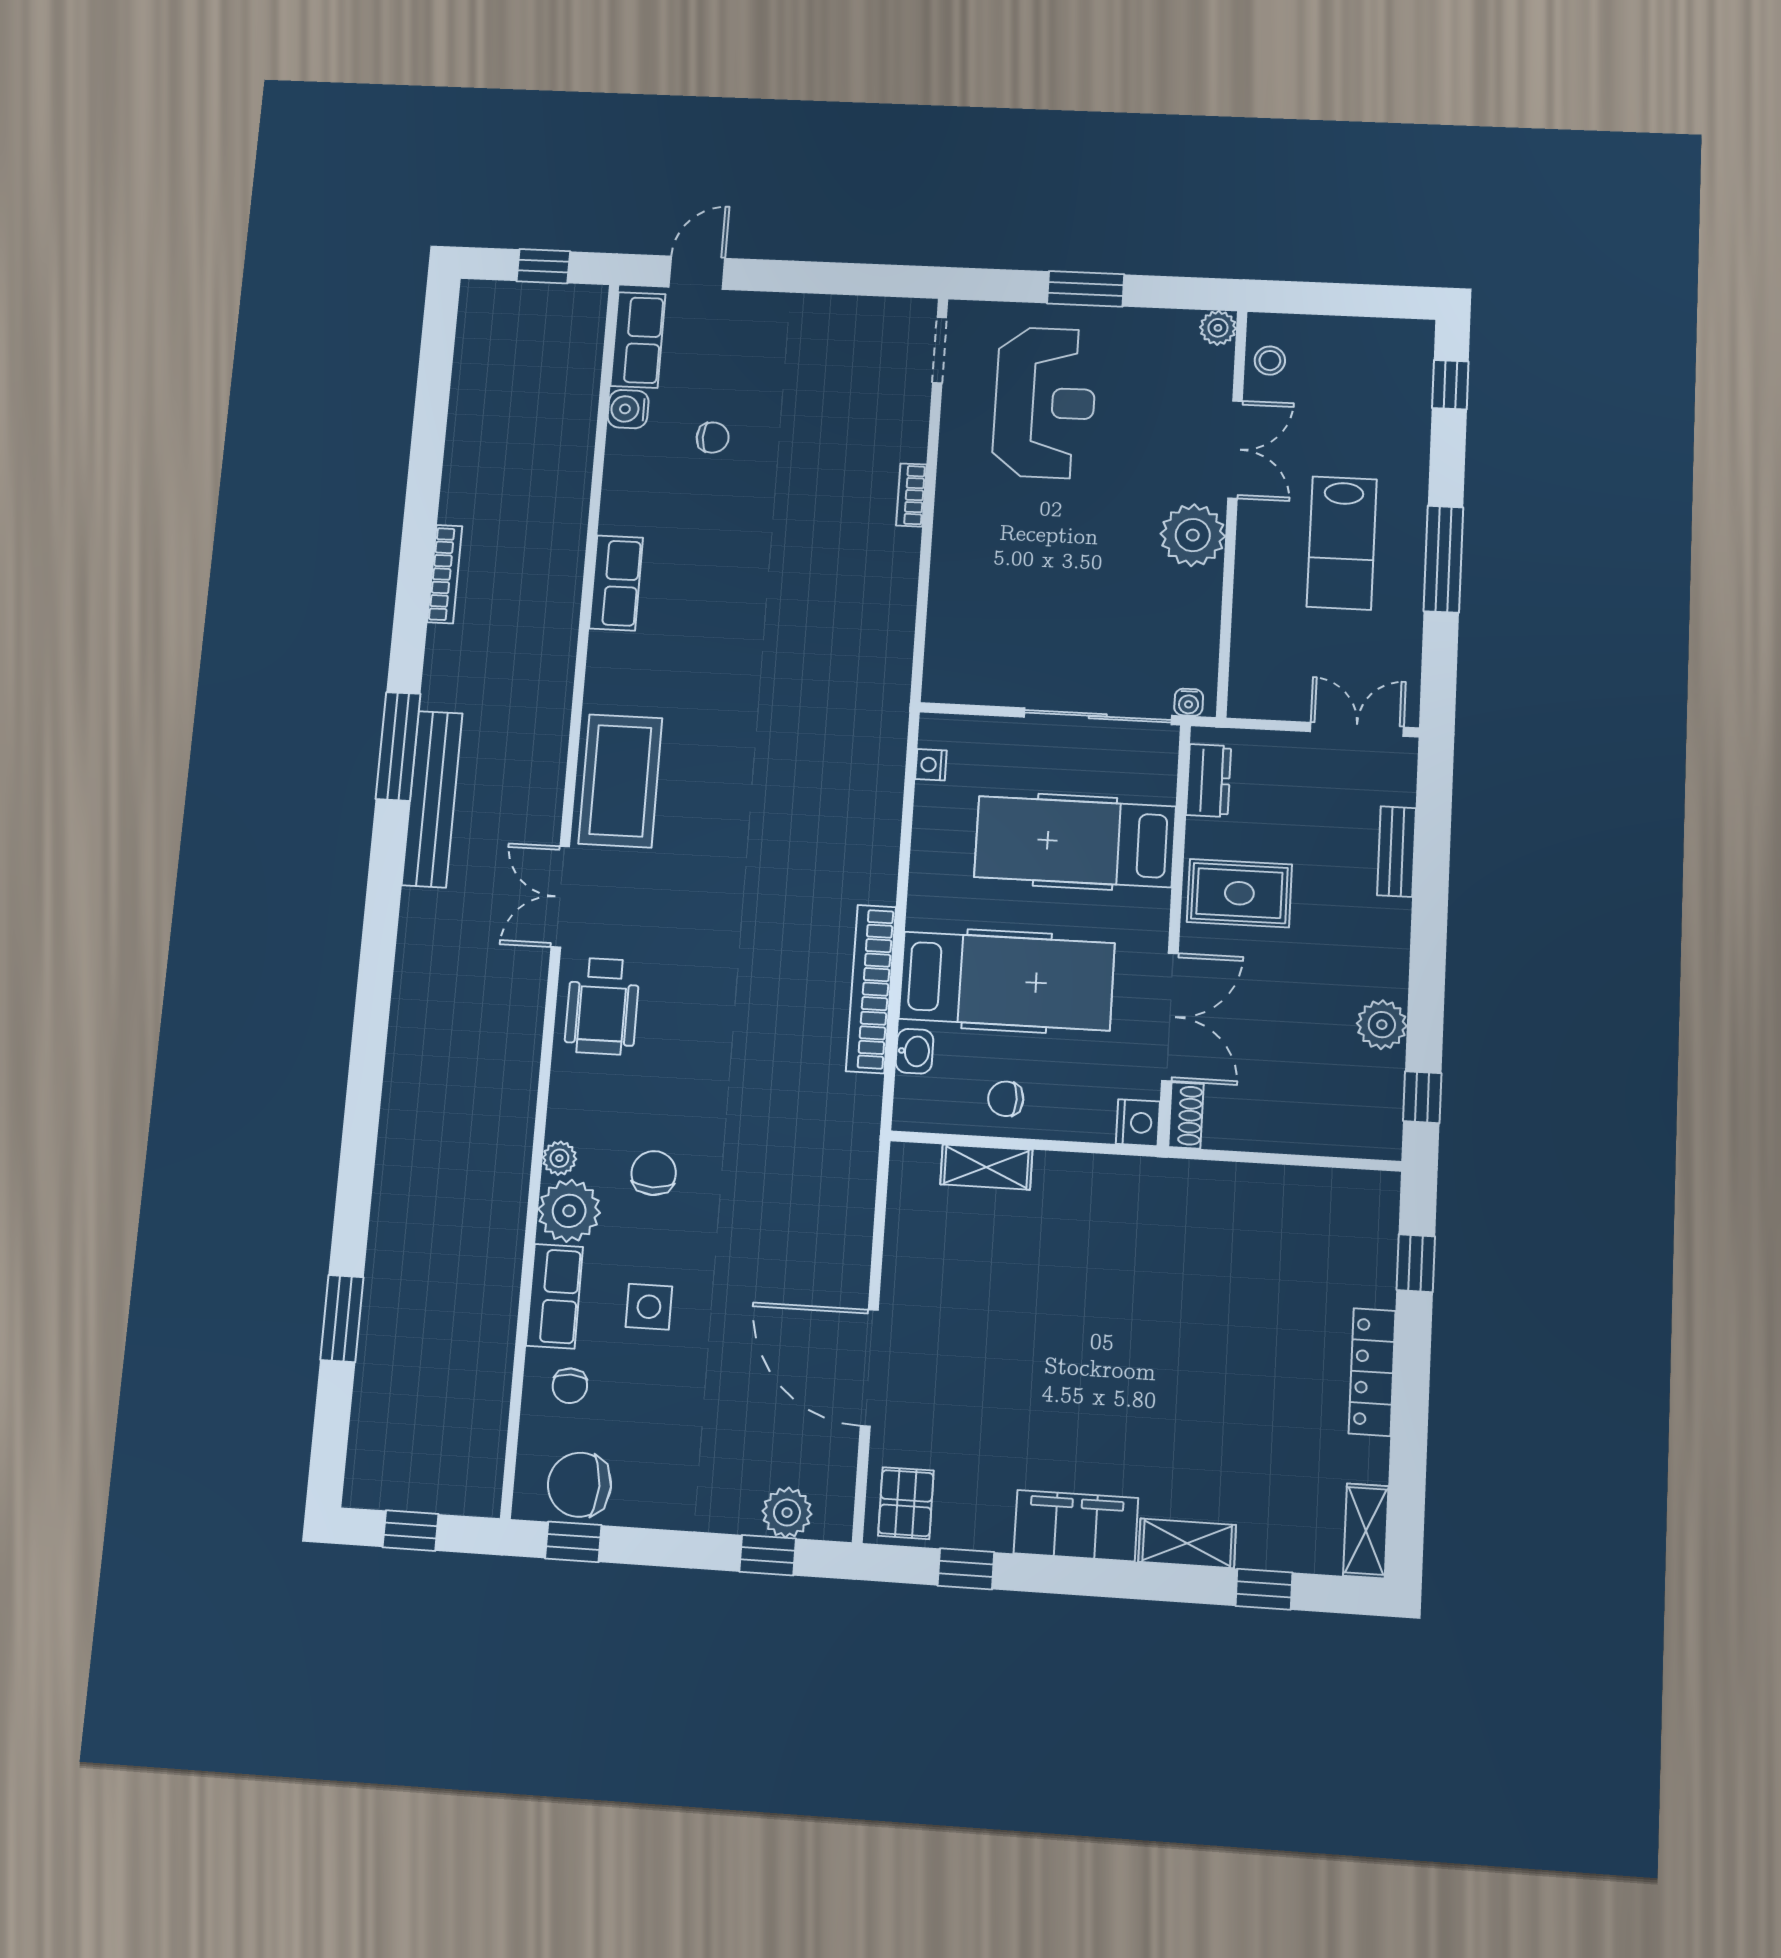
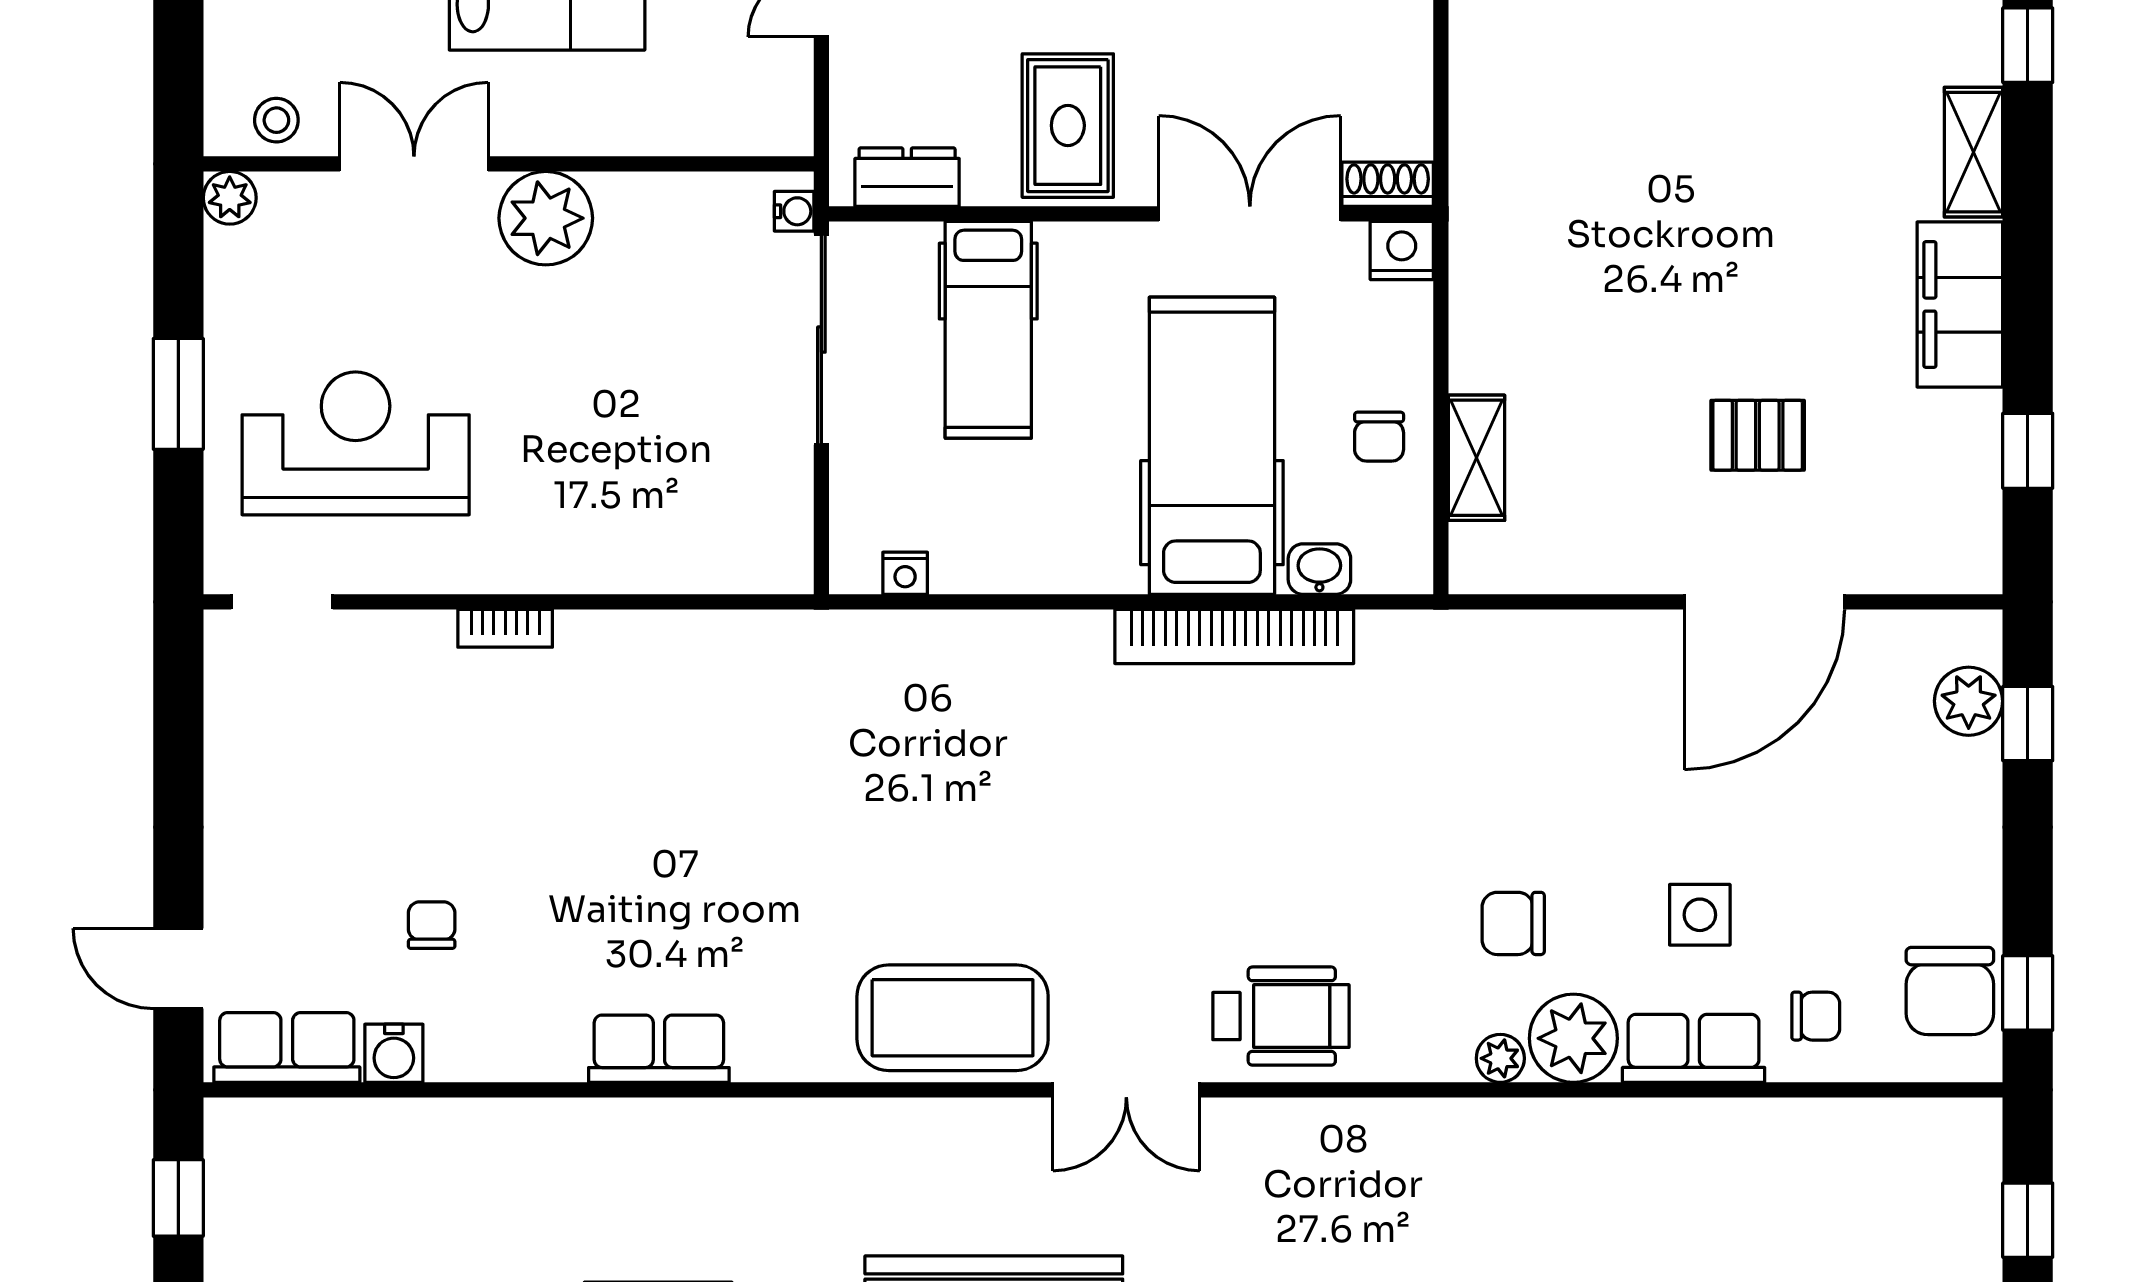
hospital bed: (1075, 842) -> (988, 330), width x0.73, depth x0.78
pallet: (906, 1503) -> (1758, 435), moved

